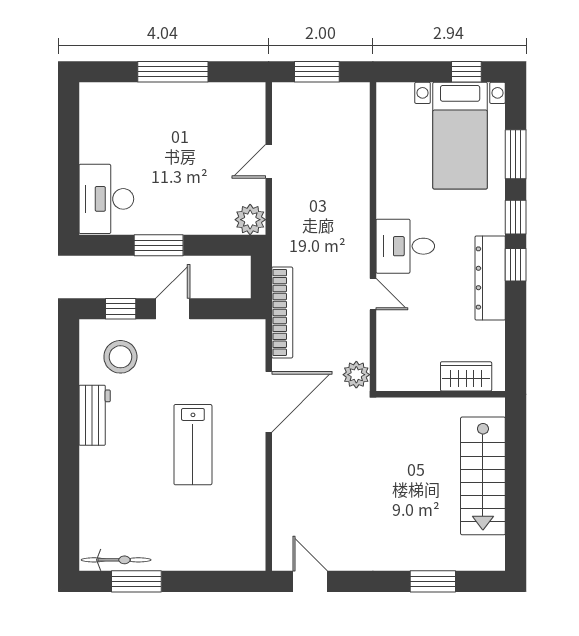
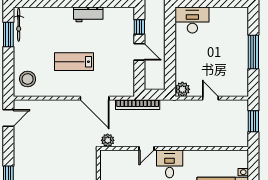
window: (159, 245) -> (170, 45), removed
stool: (120, 357) -> (28, 79), moved

